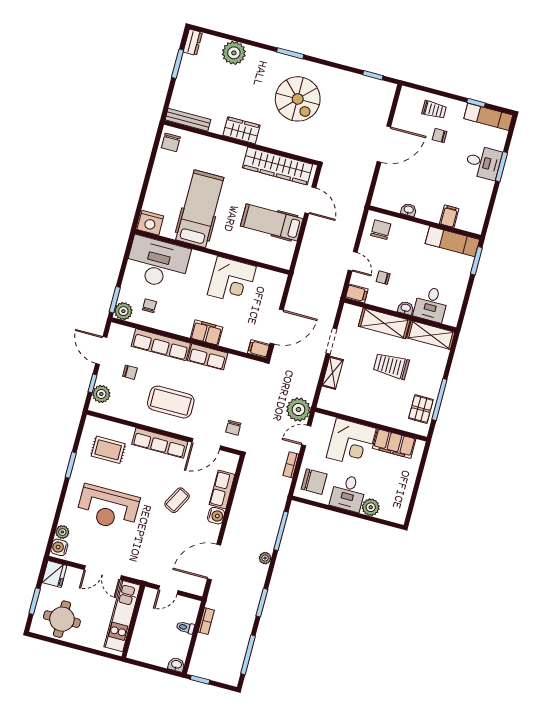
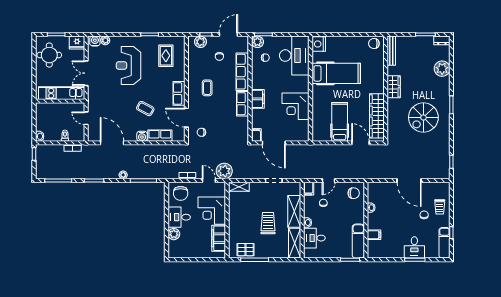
door: (310, 200) -> (361, 143), swing flipped
shelving: (333, 373) -> (239, 187), moved
coffee table: (171, 402) -> (207, 88), width x0.54, depth x0.58
row of seats: (160, 443) -> (179, 93), width x0.68

